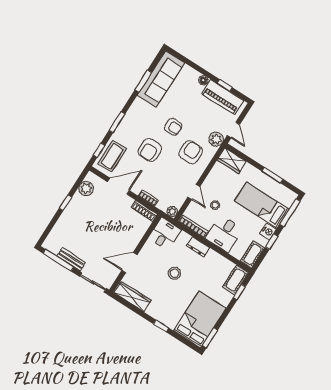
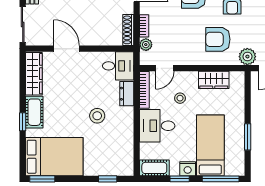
armchair: (191, 152) -> (218, 39), turned 180
wardrobe: (232, 161) -> (214, 80), moved, turned -90
door: (194, 192) -> (165, 68), moved
plant: (172, 211) -> (146, 45), moved
dresser: (198, 247) -> (127, 94), moved
stool: (174, 273) -> (97, 116), moved
cot: (236, 280) -> (34, 112), moved, turned 90

